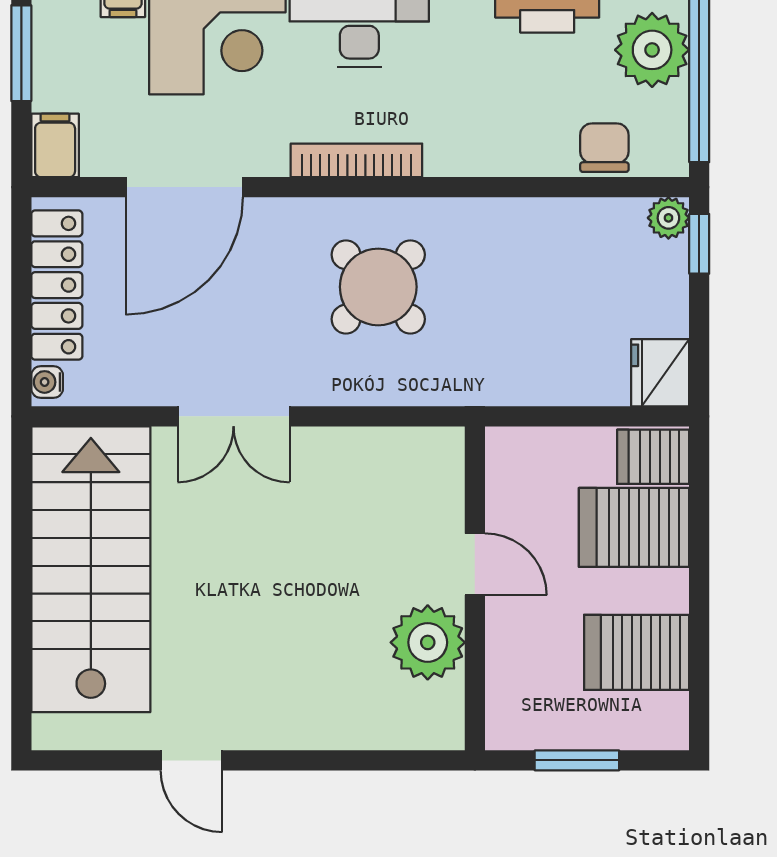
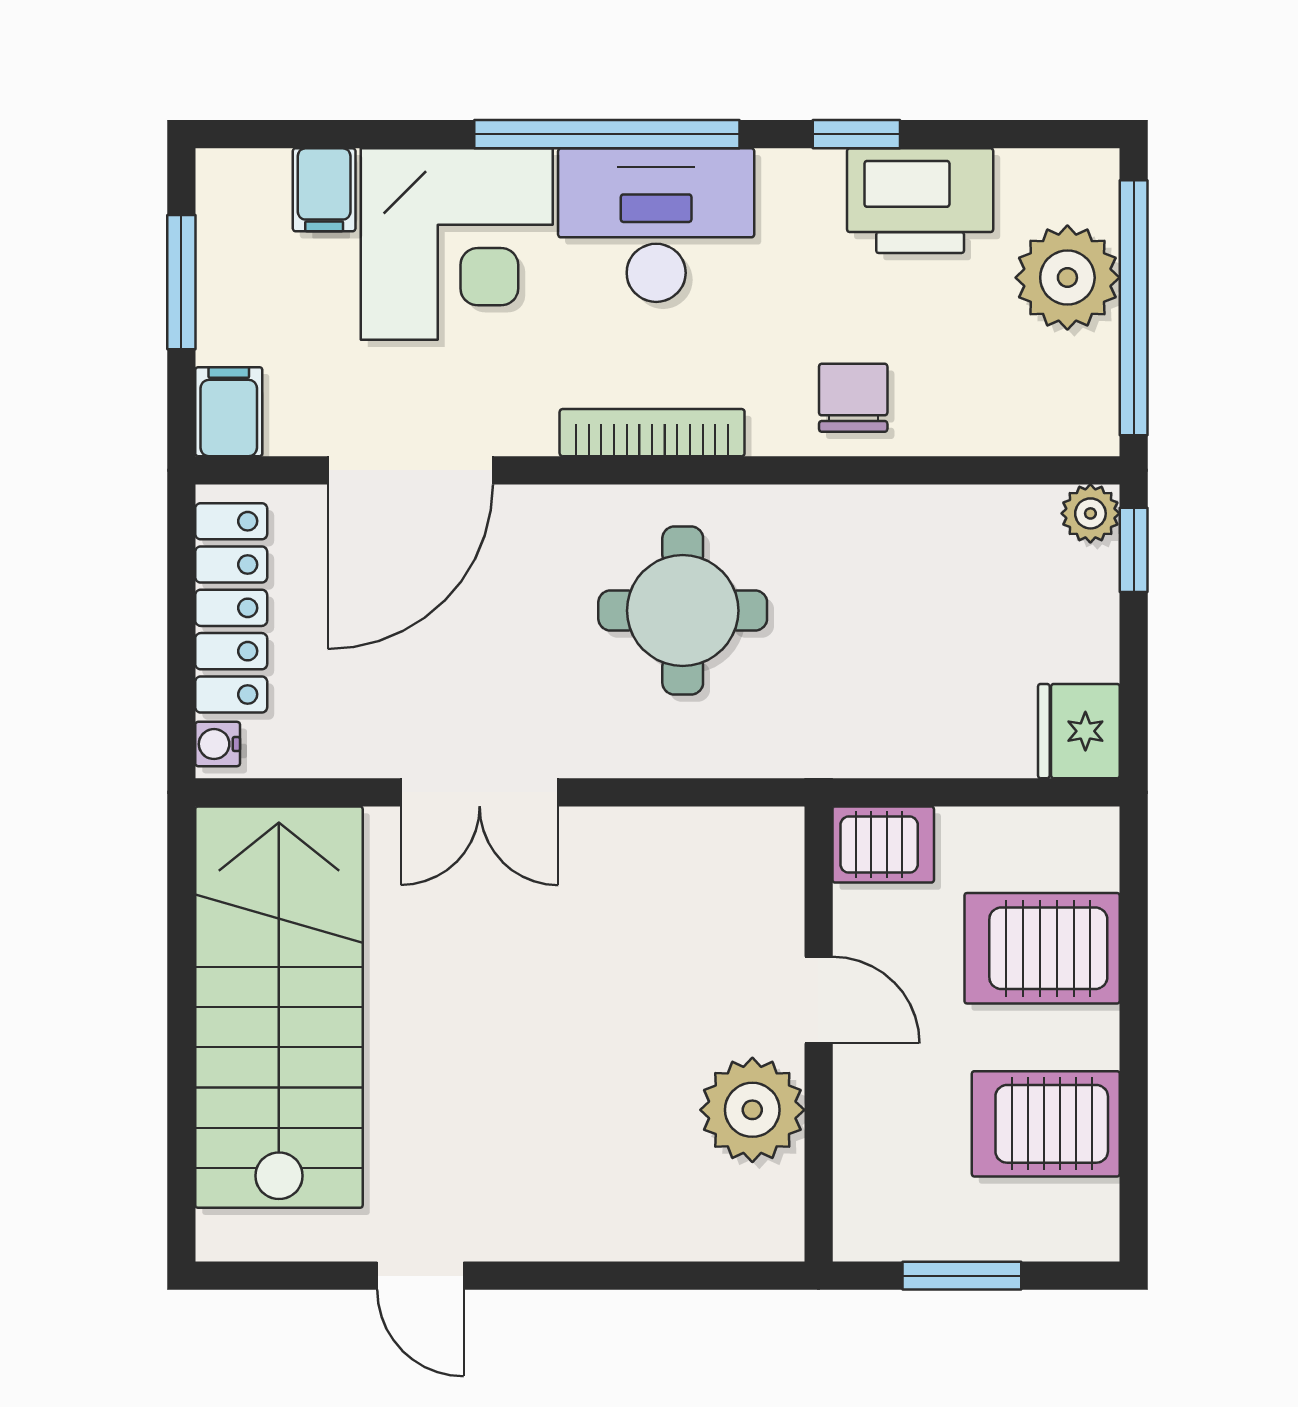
chair: (604, 148) -> (853, 398), moved
round table: (378, 287) -> (683, 611), turned 45
server rack: (653, 457) -> (883, 845), moved, turned 180

